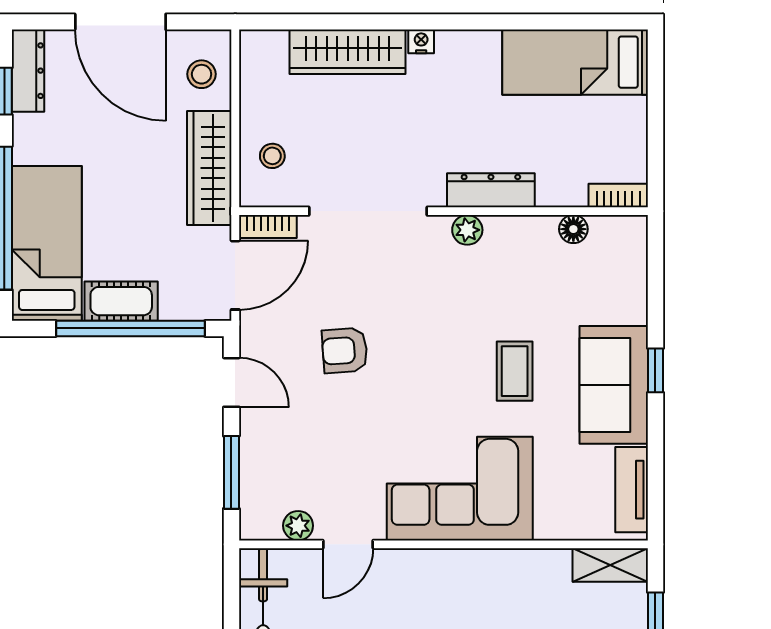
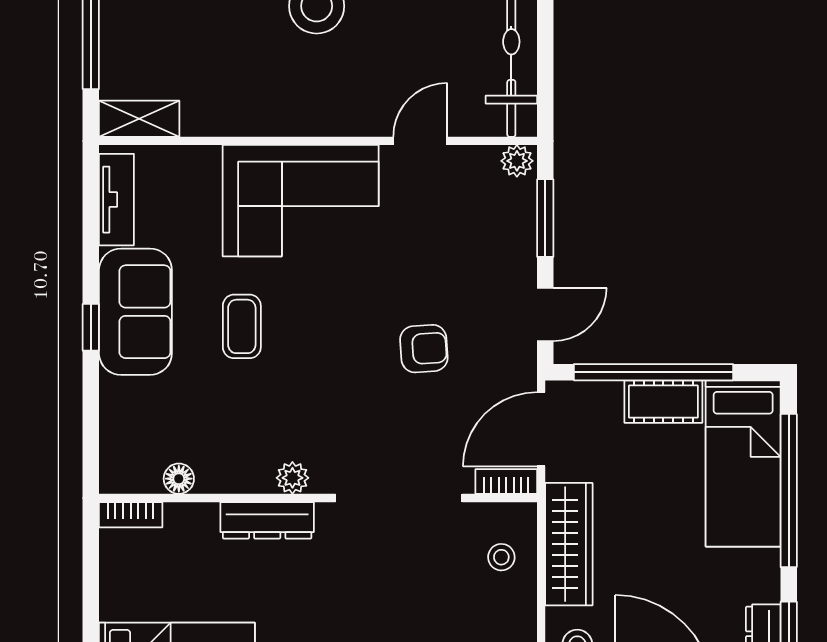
door: (231, 382) -> (545, 314), swing flipped
plant: (298, 526) -> (517, 161), moved

